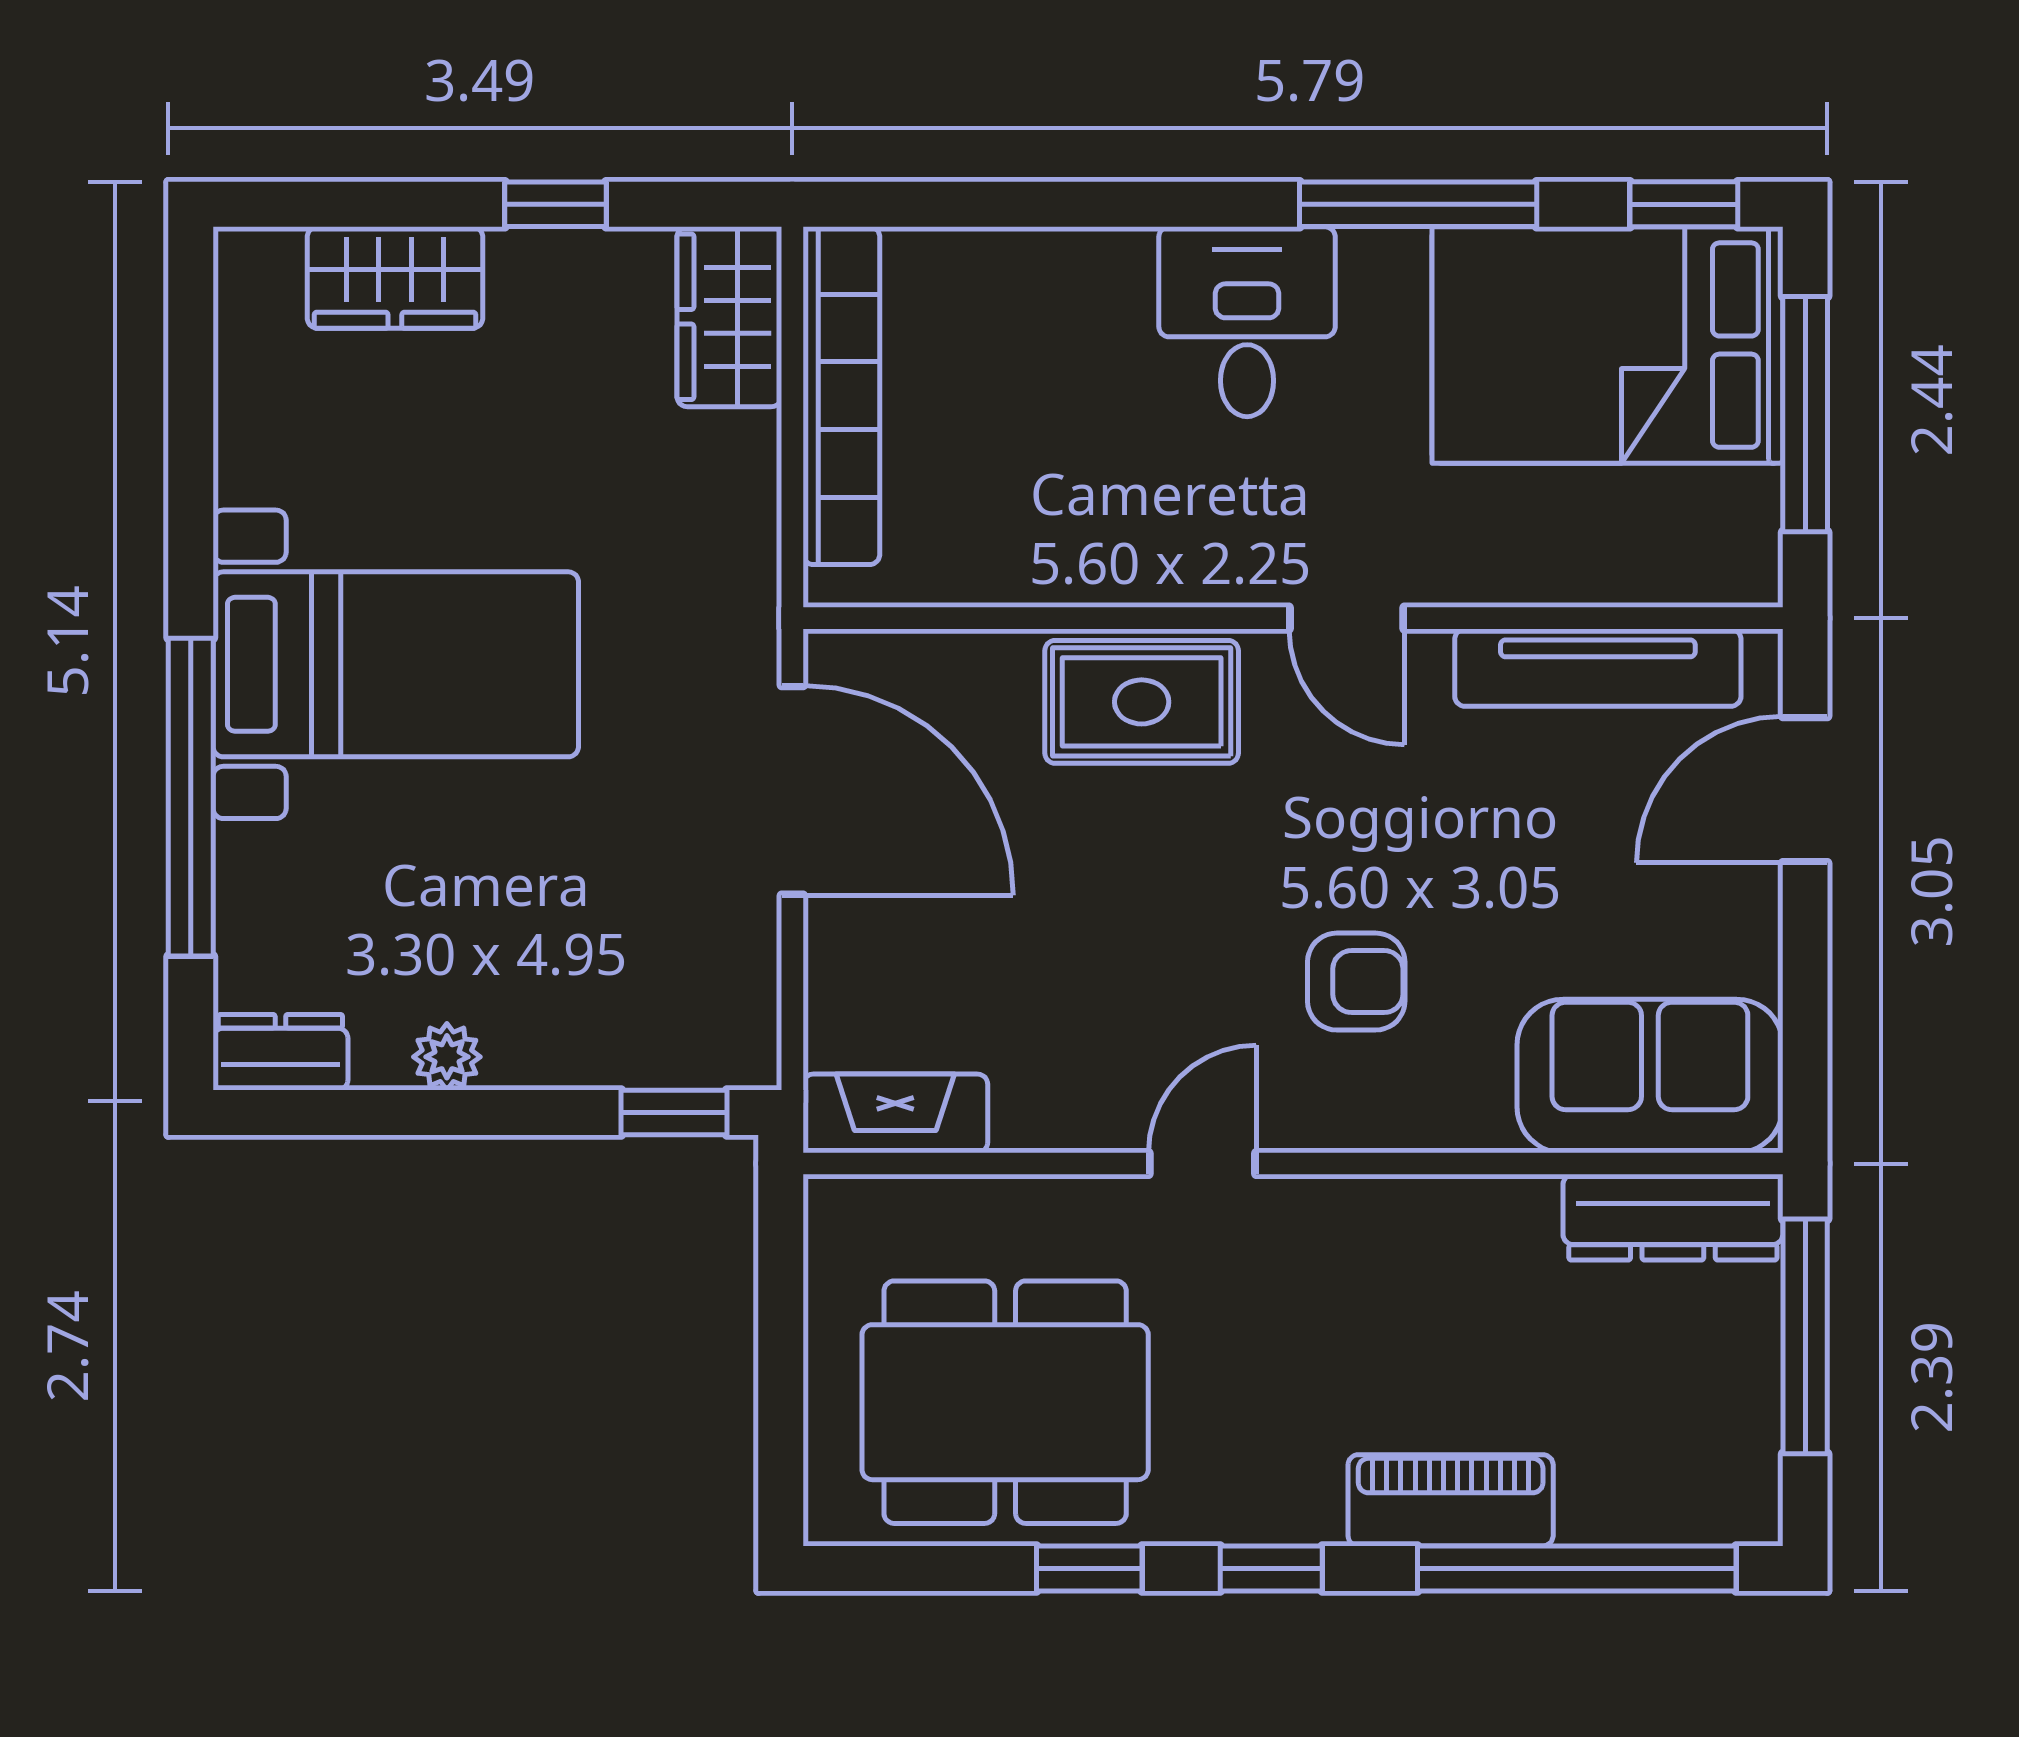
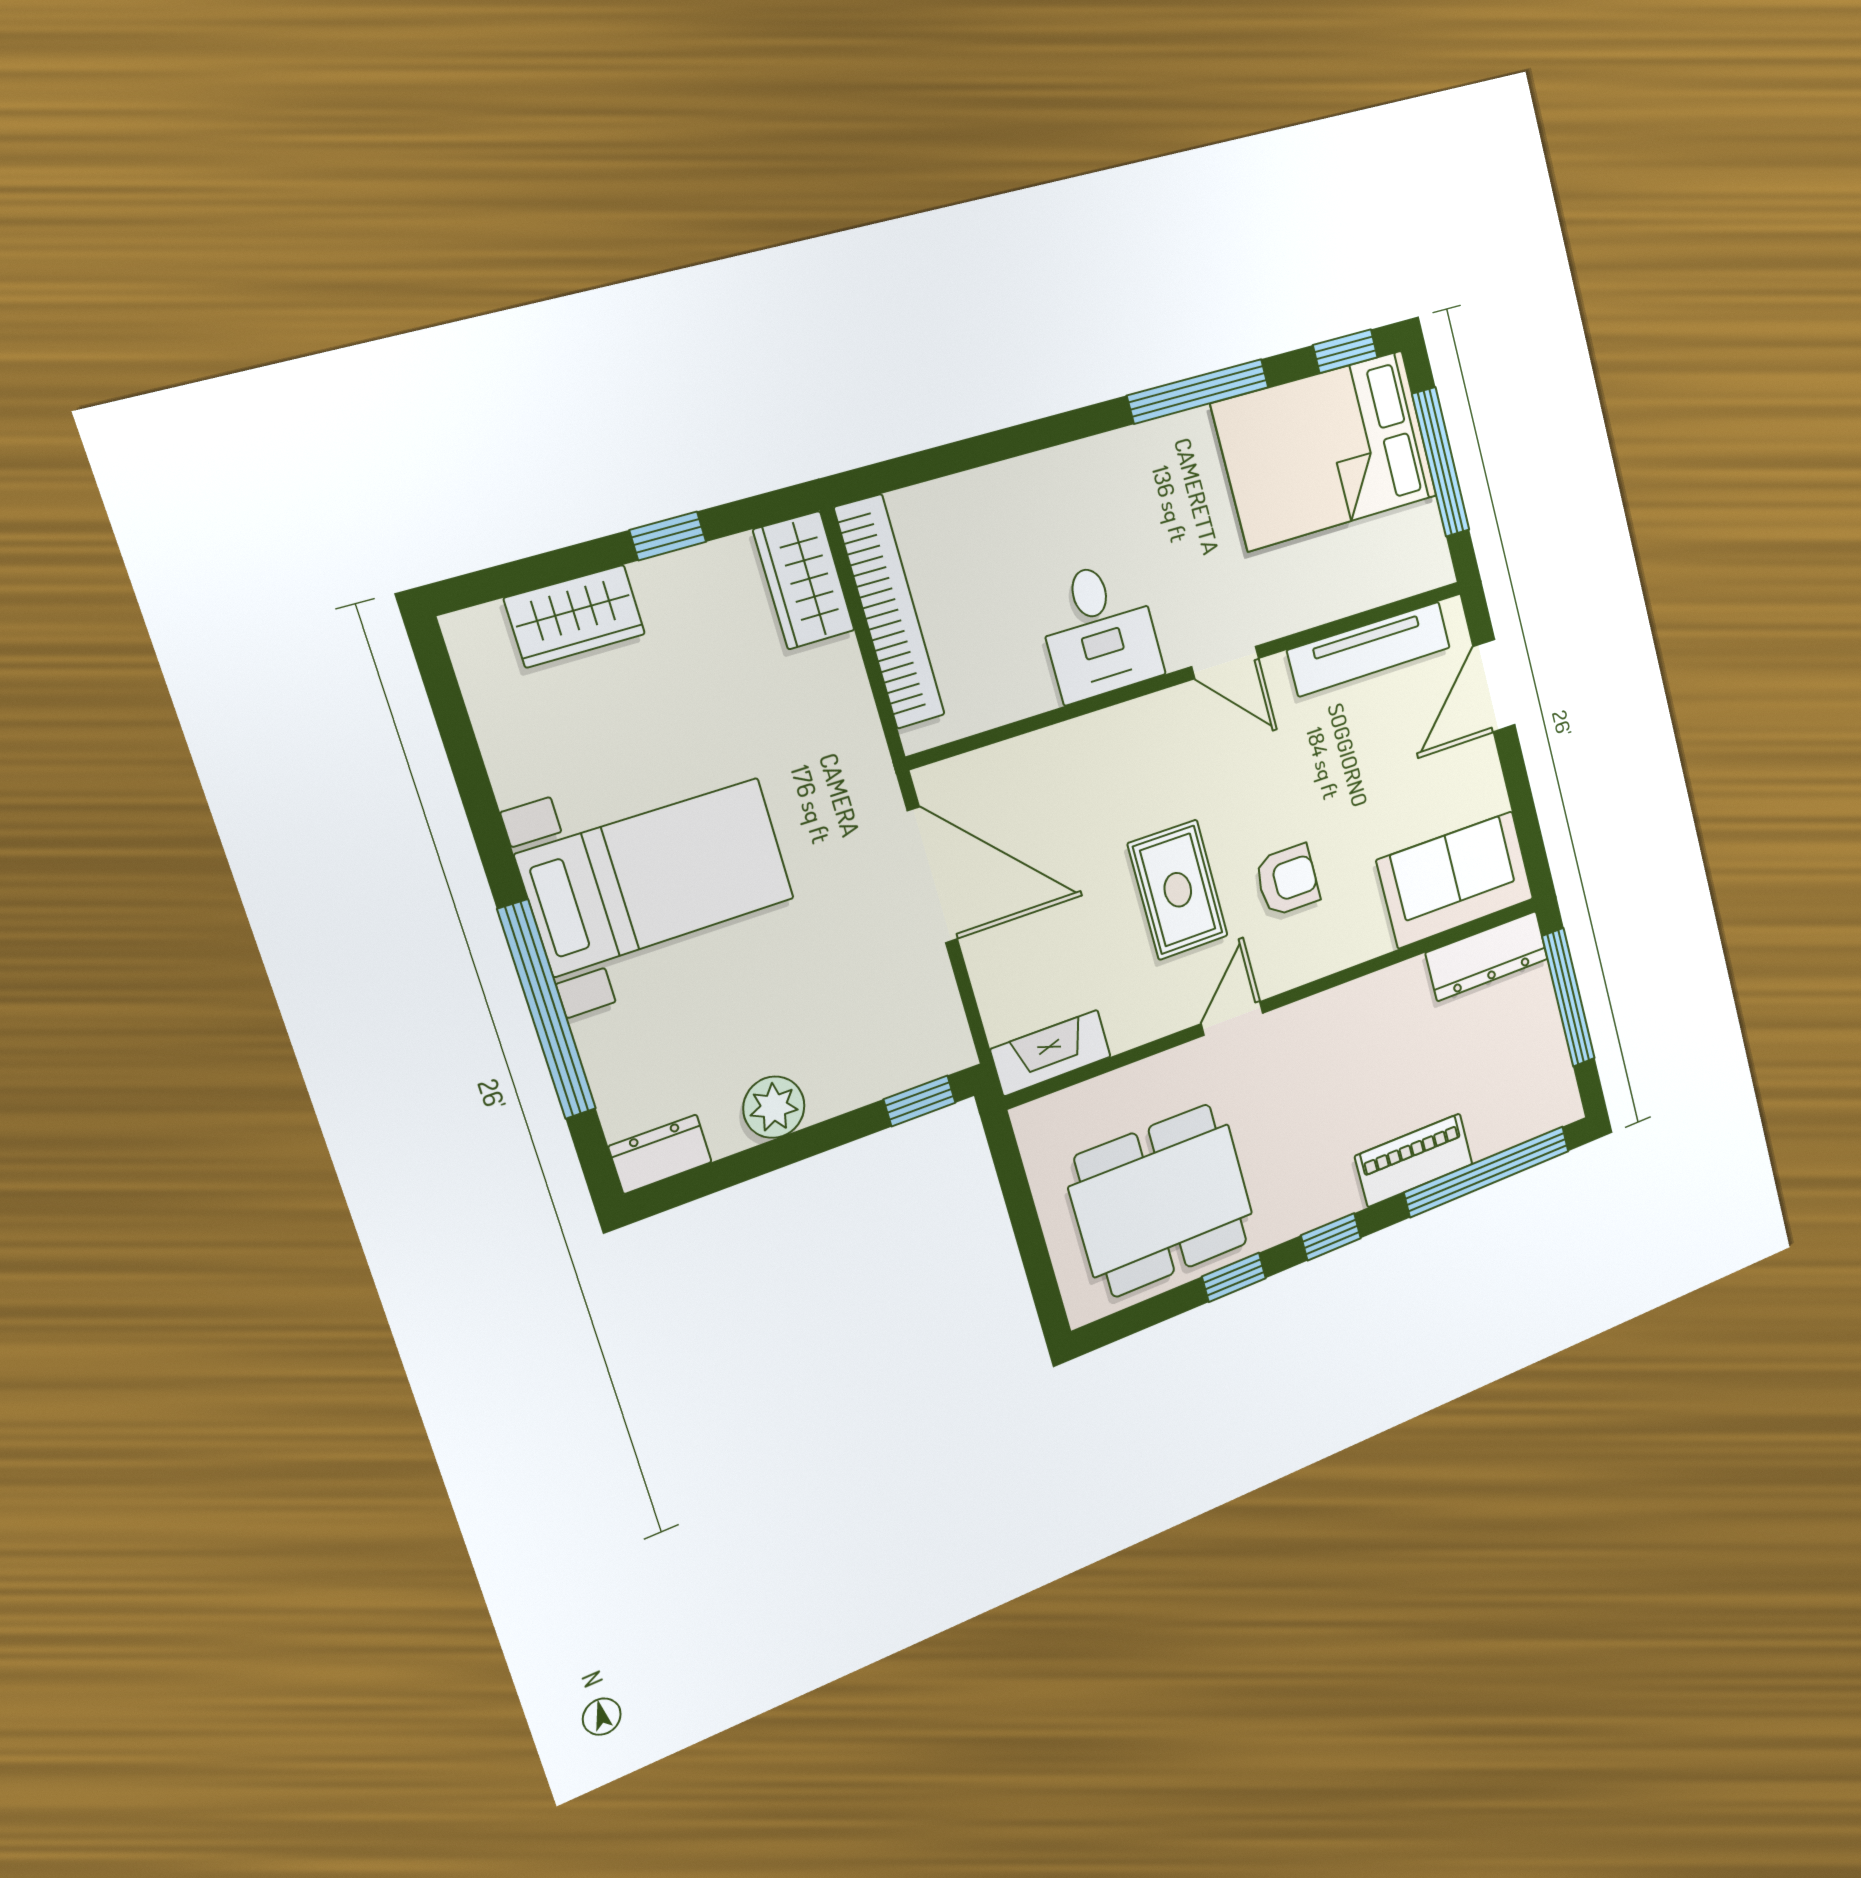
desk: (1247, 322) -> (1099, 630), moved, turned 180
rug: (1142, 702) -> (1178, 890), moved, turned 90
plant: (447, 1057) -> (774, 1107), width x1.38, depth x1.38

